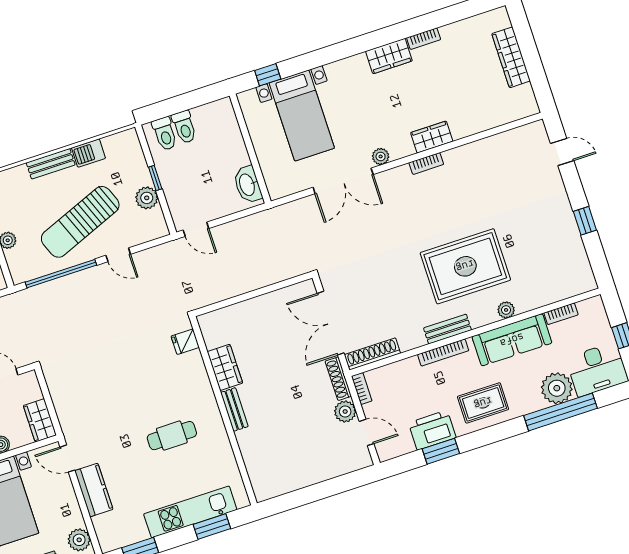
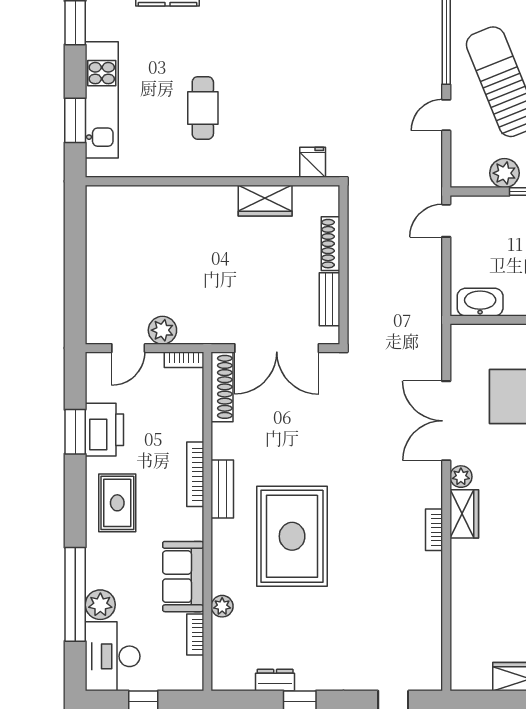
wardrobe: (432, 137) -> (464, 514), moved
dresser: (575, 244) -> (275, 680), added
plant: (506, 310) -> (222, 606), moved
double door: (331, 323) -> (277, 348), swing flipped
sofa: (512, 340) -> (183, 577), width x0.73
shoe rack: (338, 379) -> (330, 244), moved, turned -90
plant: (557, 388) -> (100, 605), width x0.73, depth x0.73
bench: (234, 409) -> (329, 299), moved, turned 90

